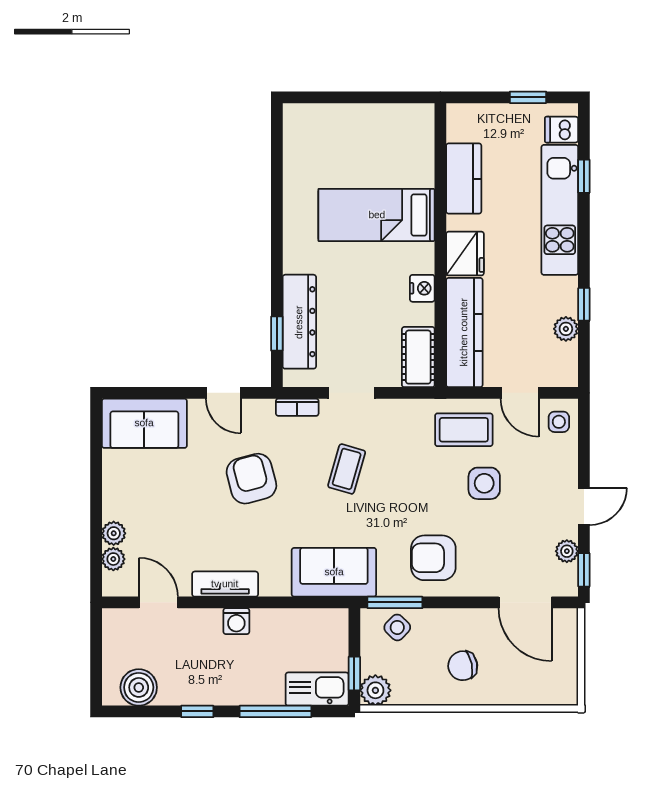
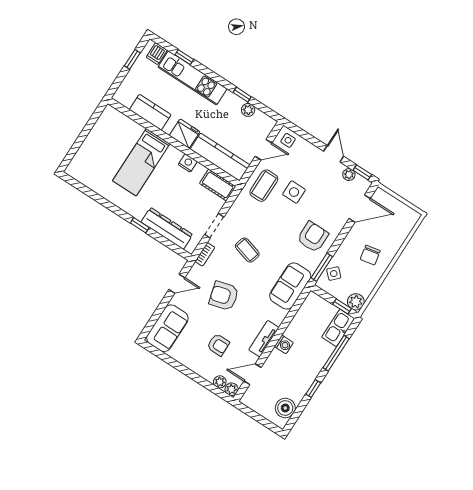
window: (277, 334) -> (140, 225), moved
armchair: (170, 519) -> (218, 345), added
plant: (114, 533) -> (231, 389), moved
armchair: (433, 558) -> (313, 237), turned 180

